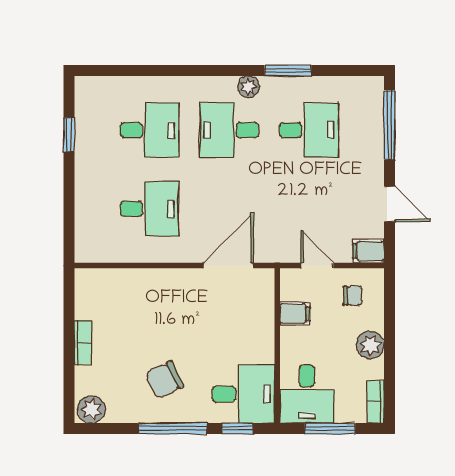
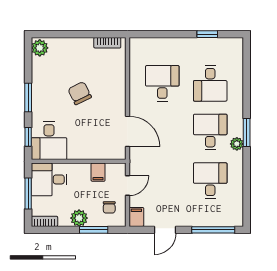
window: (288, 71) -> (247, 132), moved
desk: (309, 130) -> (210, 181), turned 180
desk: (150, 209) -> (162, 83), turned 180
window: (390, 321) -> (94, 230), added
bookcase: (83, 342) -> (107, 43), moved
chair: (165, 380) -> (80, 93), moved
window: (173, 429) -> (28, 98), width x0.69

